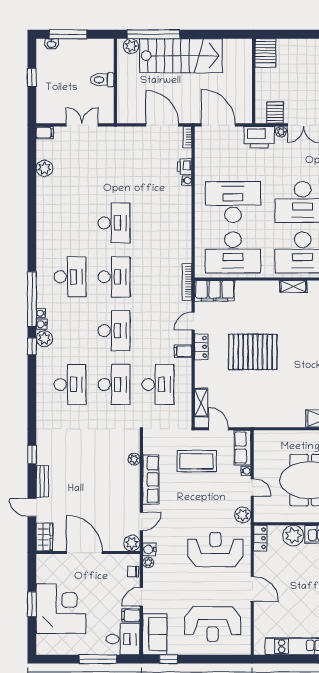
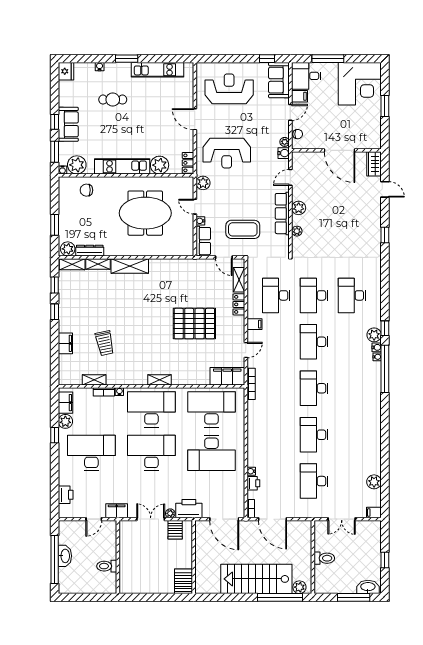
washbasin: (51, 44) -> (368, 587), width x1.91, depth x1.45
desk: (70, 277) -> (314, 481), moved
locker: (201, 347) -> (239, 304), moved
bench: (42, 481) -> (376, 212), removed
plant: (132, 543) -> (299, 208), moved
corner desk: (61, 609) -> (360, 84), moved, turned -90

